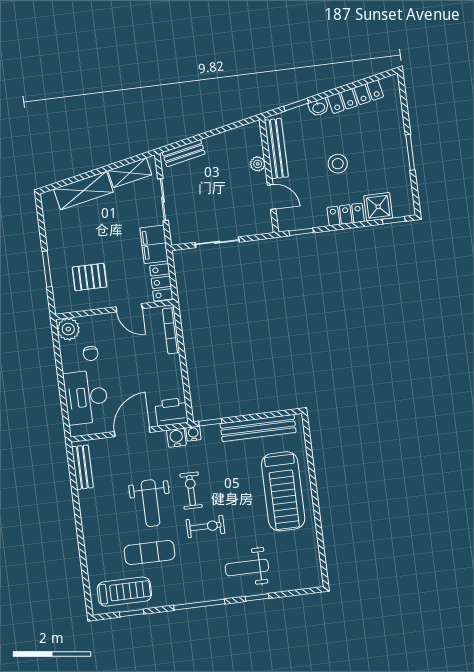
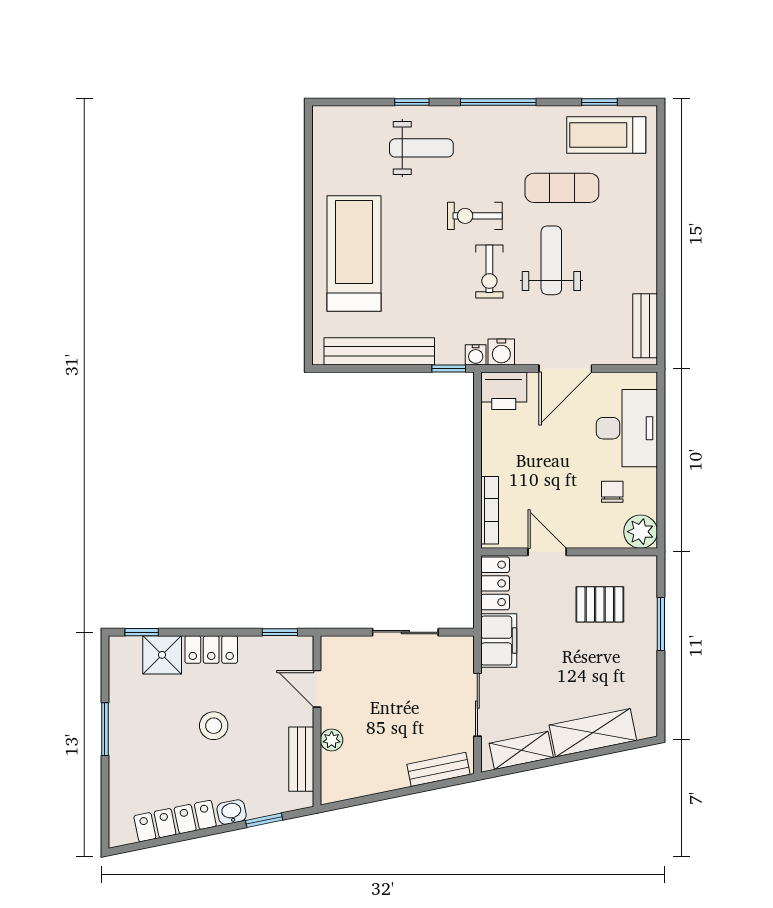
bench: (276, 149) -> (301, 759), width x0.73

